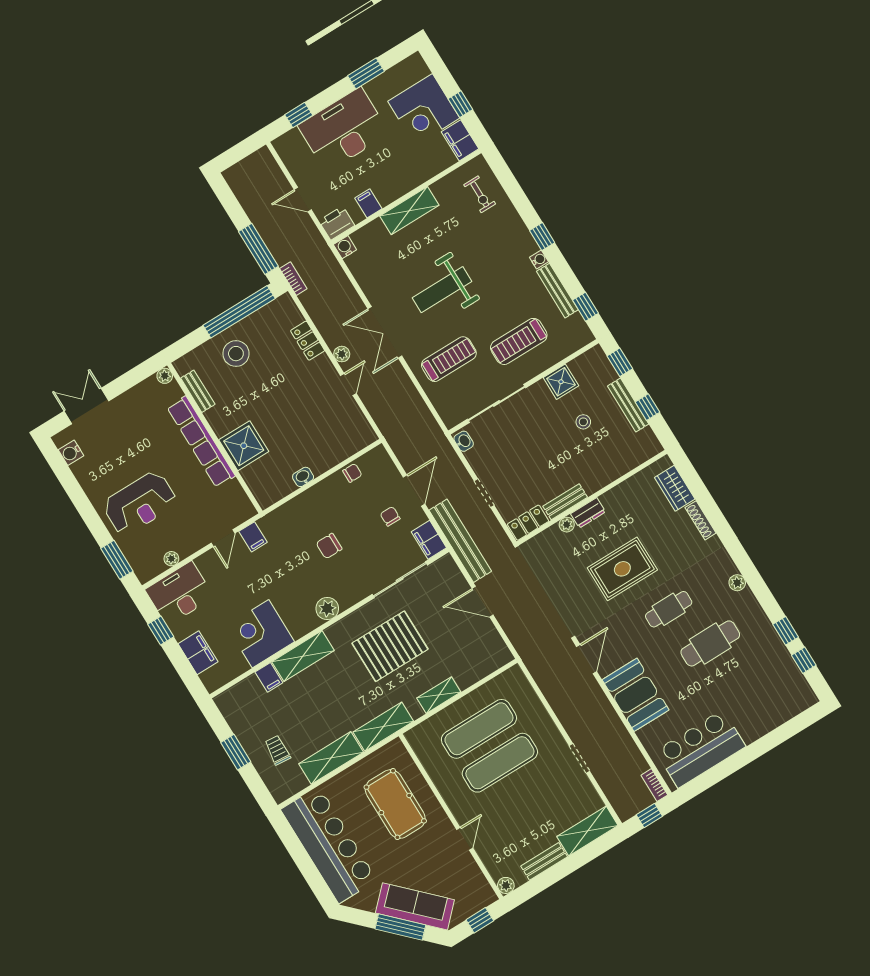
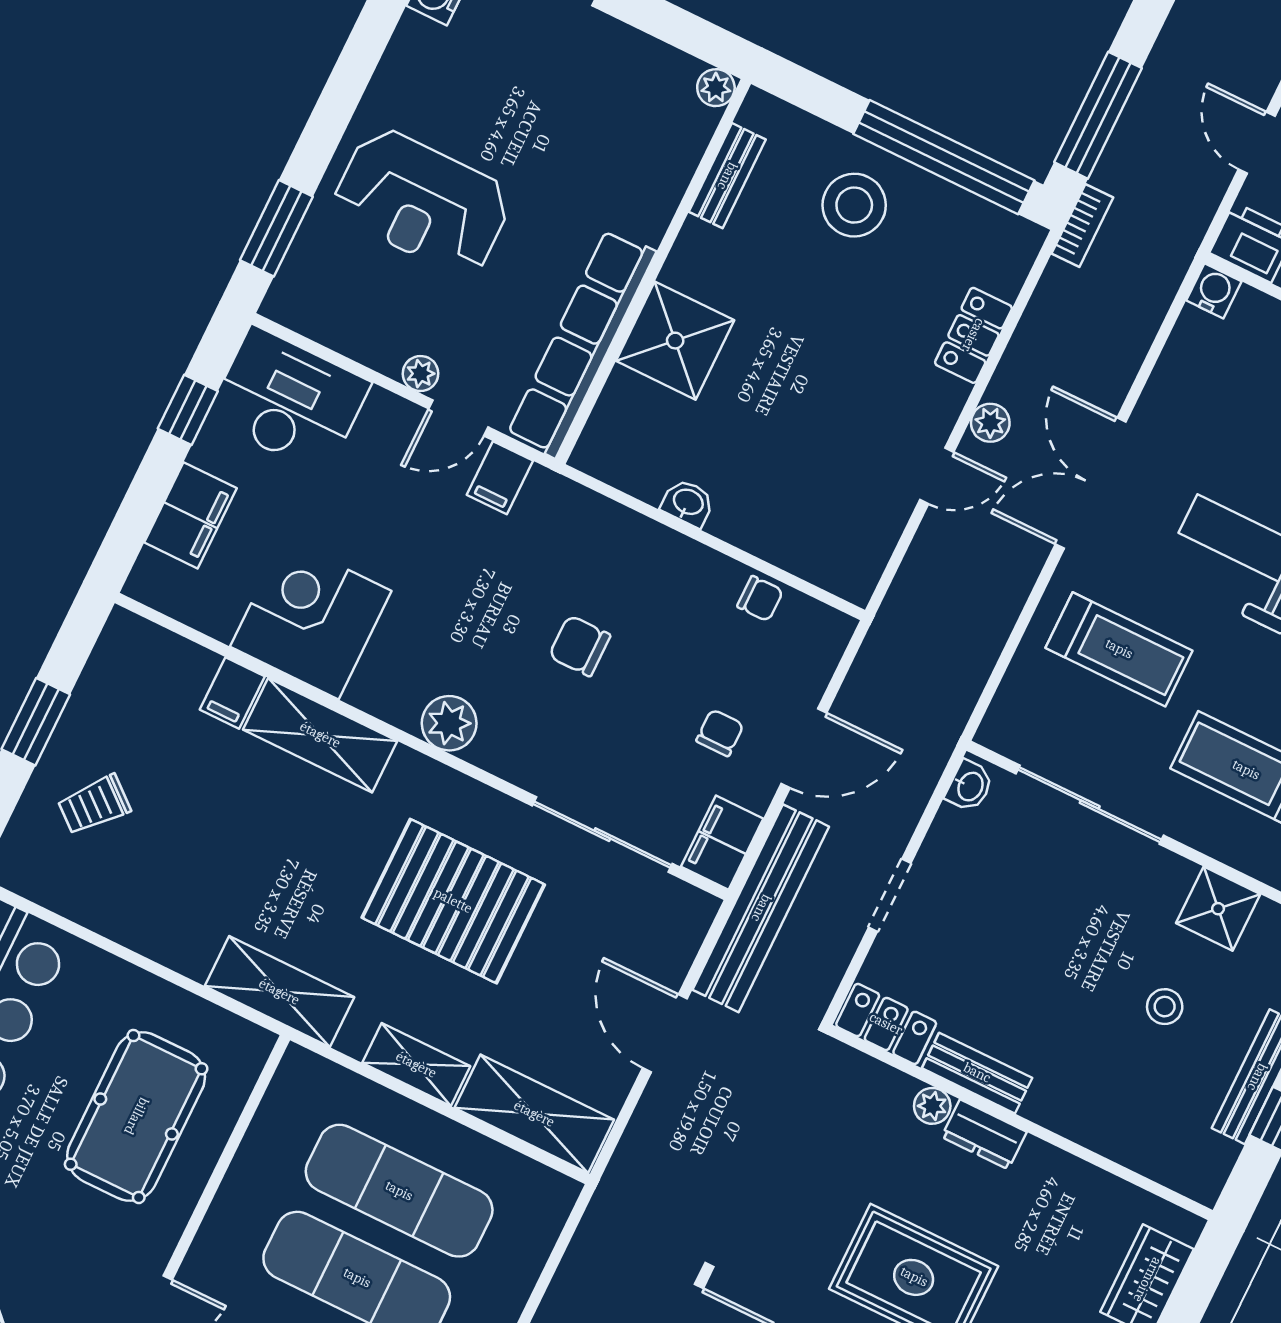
row of seats: (201, 442) -> (581, 343), moved
plant: (171, 559) -> (421, 374), moved
trolley: (277, 750) -> (94, 805), turned -145
shelving: (331, 758) -> (534, 1114), moved

